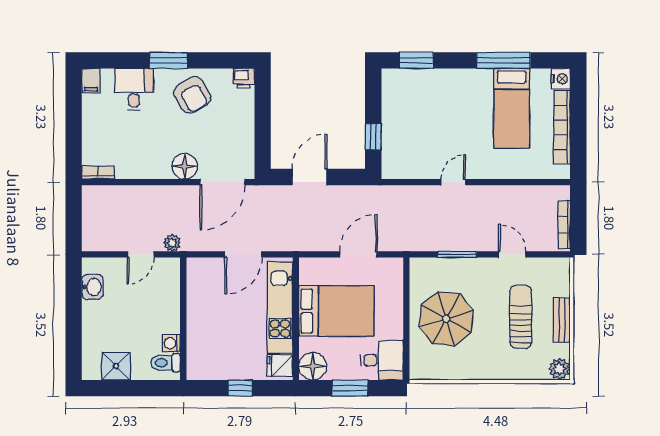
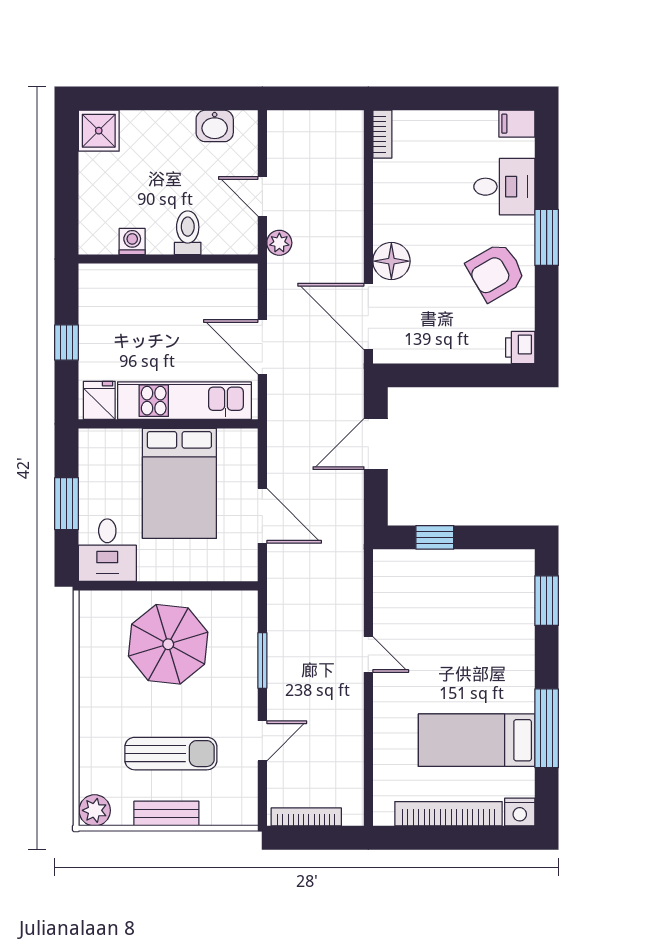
door: (310, 177) -> (376, 444), swing flipped
toilet: (165, 363) -> (188, 233), moved
shower: (116, 366) -> (99, 131), moved
floor lamp: (313, 366) -> (99, 449), removed

